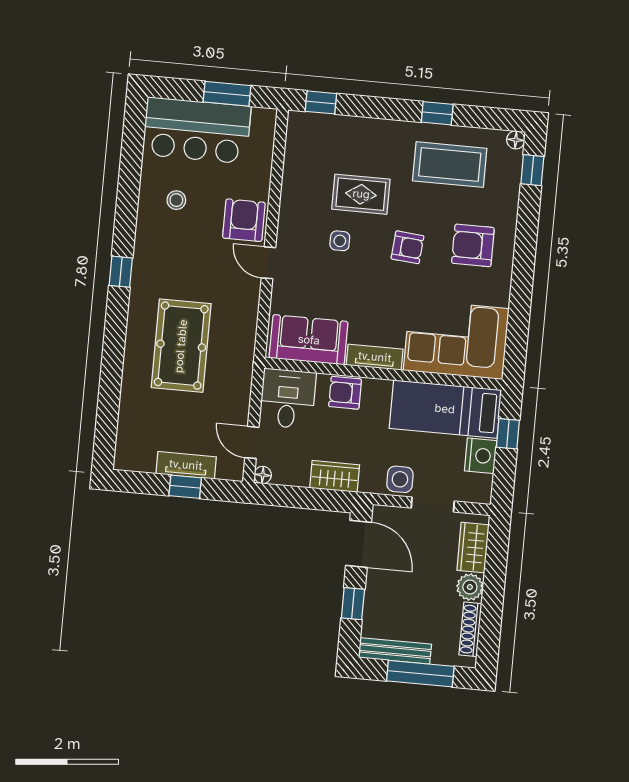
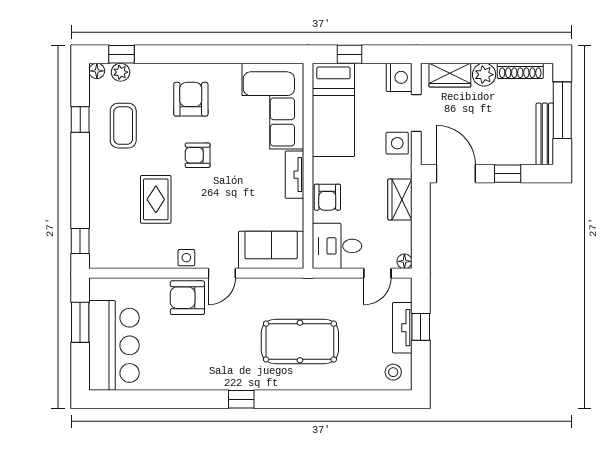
window: (437, 113) -> (80, 120), moved
coffee table: (450, 165) -> (123, 126), width x0.73, depth x0.76
plant: (512, 167) -> (121, 72), added
stool: (176, 200) -> (393, 372), moved
side table: (340, 241) -> (186, 258), moved
armchair: (473, 245) -> (191, 99), turned 180
armchair: (407, 247) -> (198, 155), turned -95
sofa: (309, 340) -> (271, 250), moved, turned 90
nightstand: (481, 456) -> (399, 77), moved, turned 90
door: (358, 544) -> (456, 174), hinge flipped

